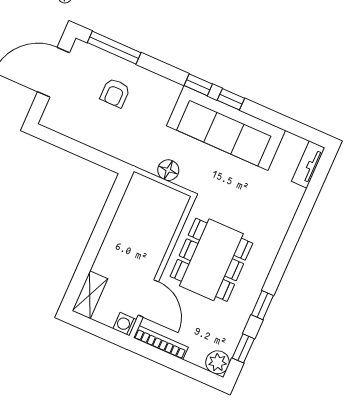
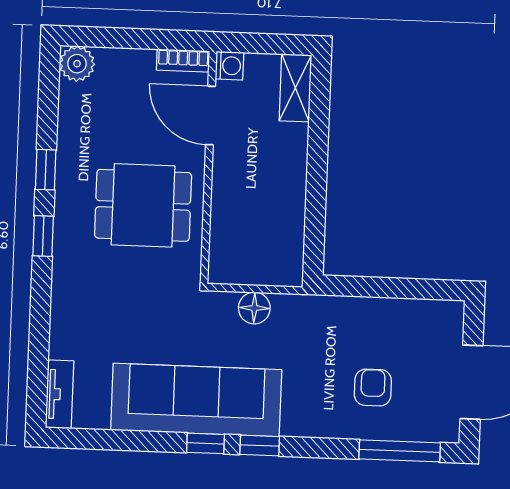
dining table: (211, 260) -> (143, 205), width x0.73
bookcase: (161, 342) -> (183, 61), width x0.64
window: (243, 348) -> (43, 236), moved

